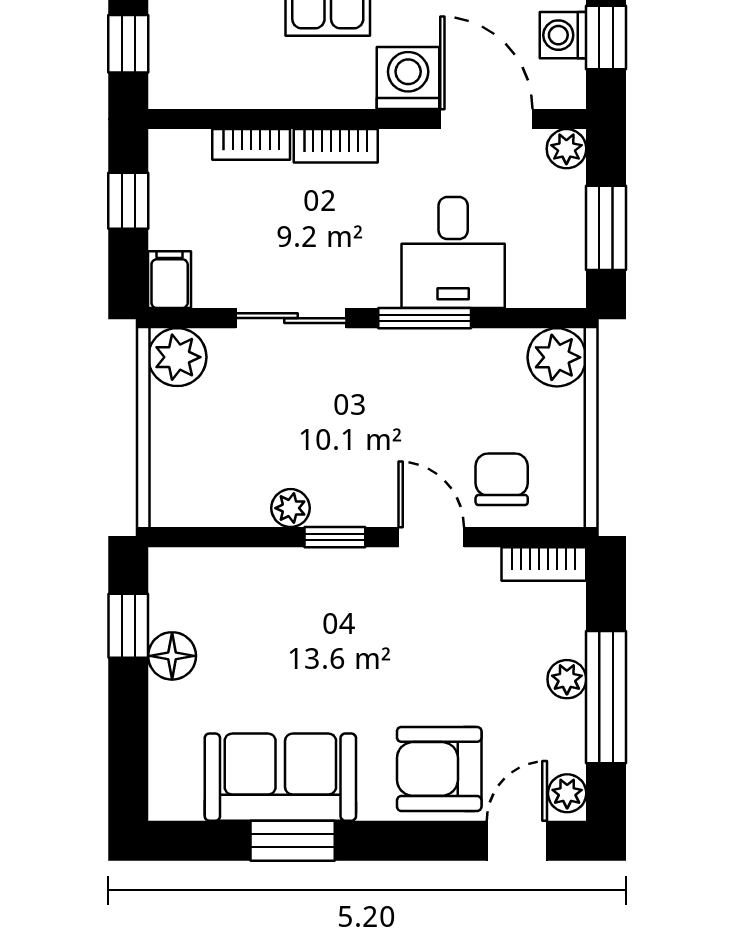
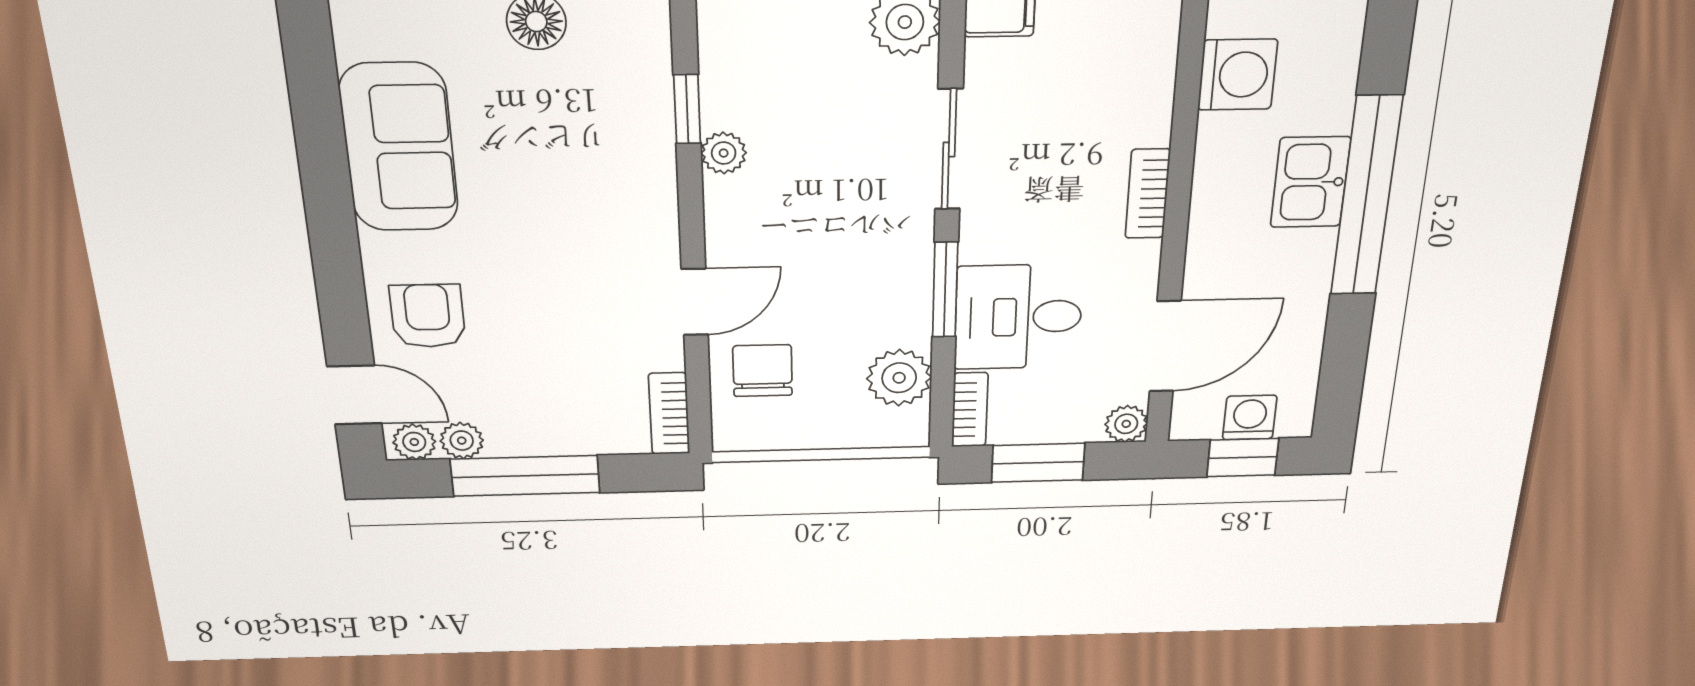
washing machine: (408, 78) -> (1238, 75), moved
bookcase: (251, 144) -> (970, 410), moved, turned 180
plant: (557, 357) -> (899, 378), moved
chair: (502, 479) -> (763, 371), turned -90
window: (335, 537) -> (687, 109), moved
plant: (567, 679) -> (462, 441), moved
armchair: (439, 769) -> (428, 316), width x0.72, depth x0.72
window: (293, 841) -> (324, 163), removed

